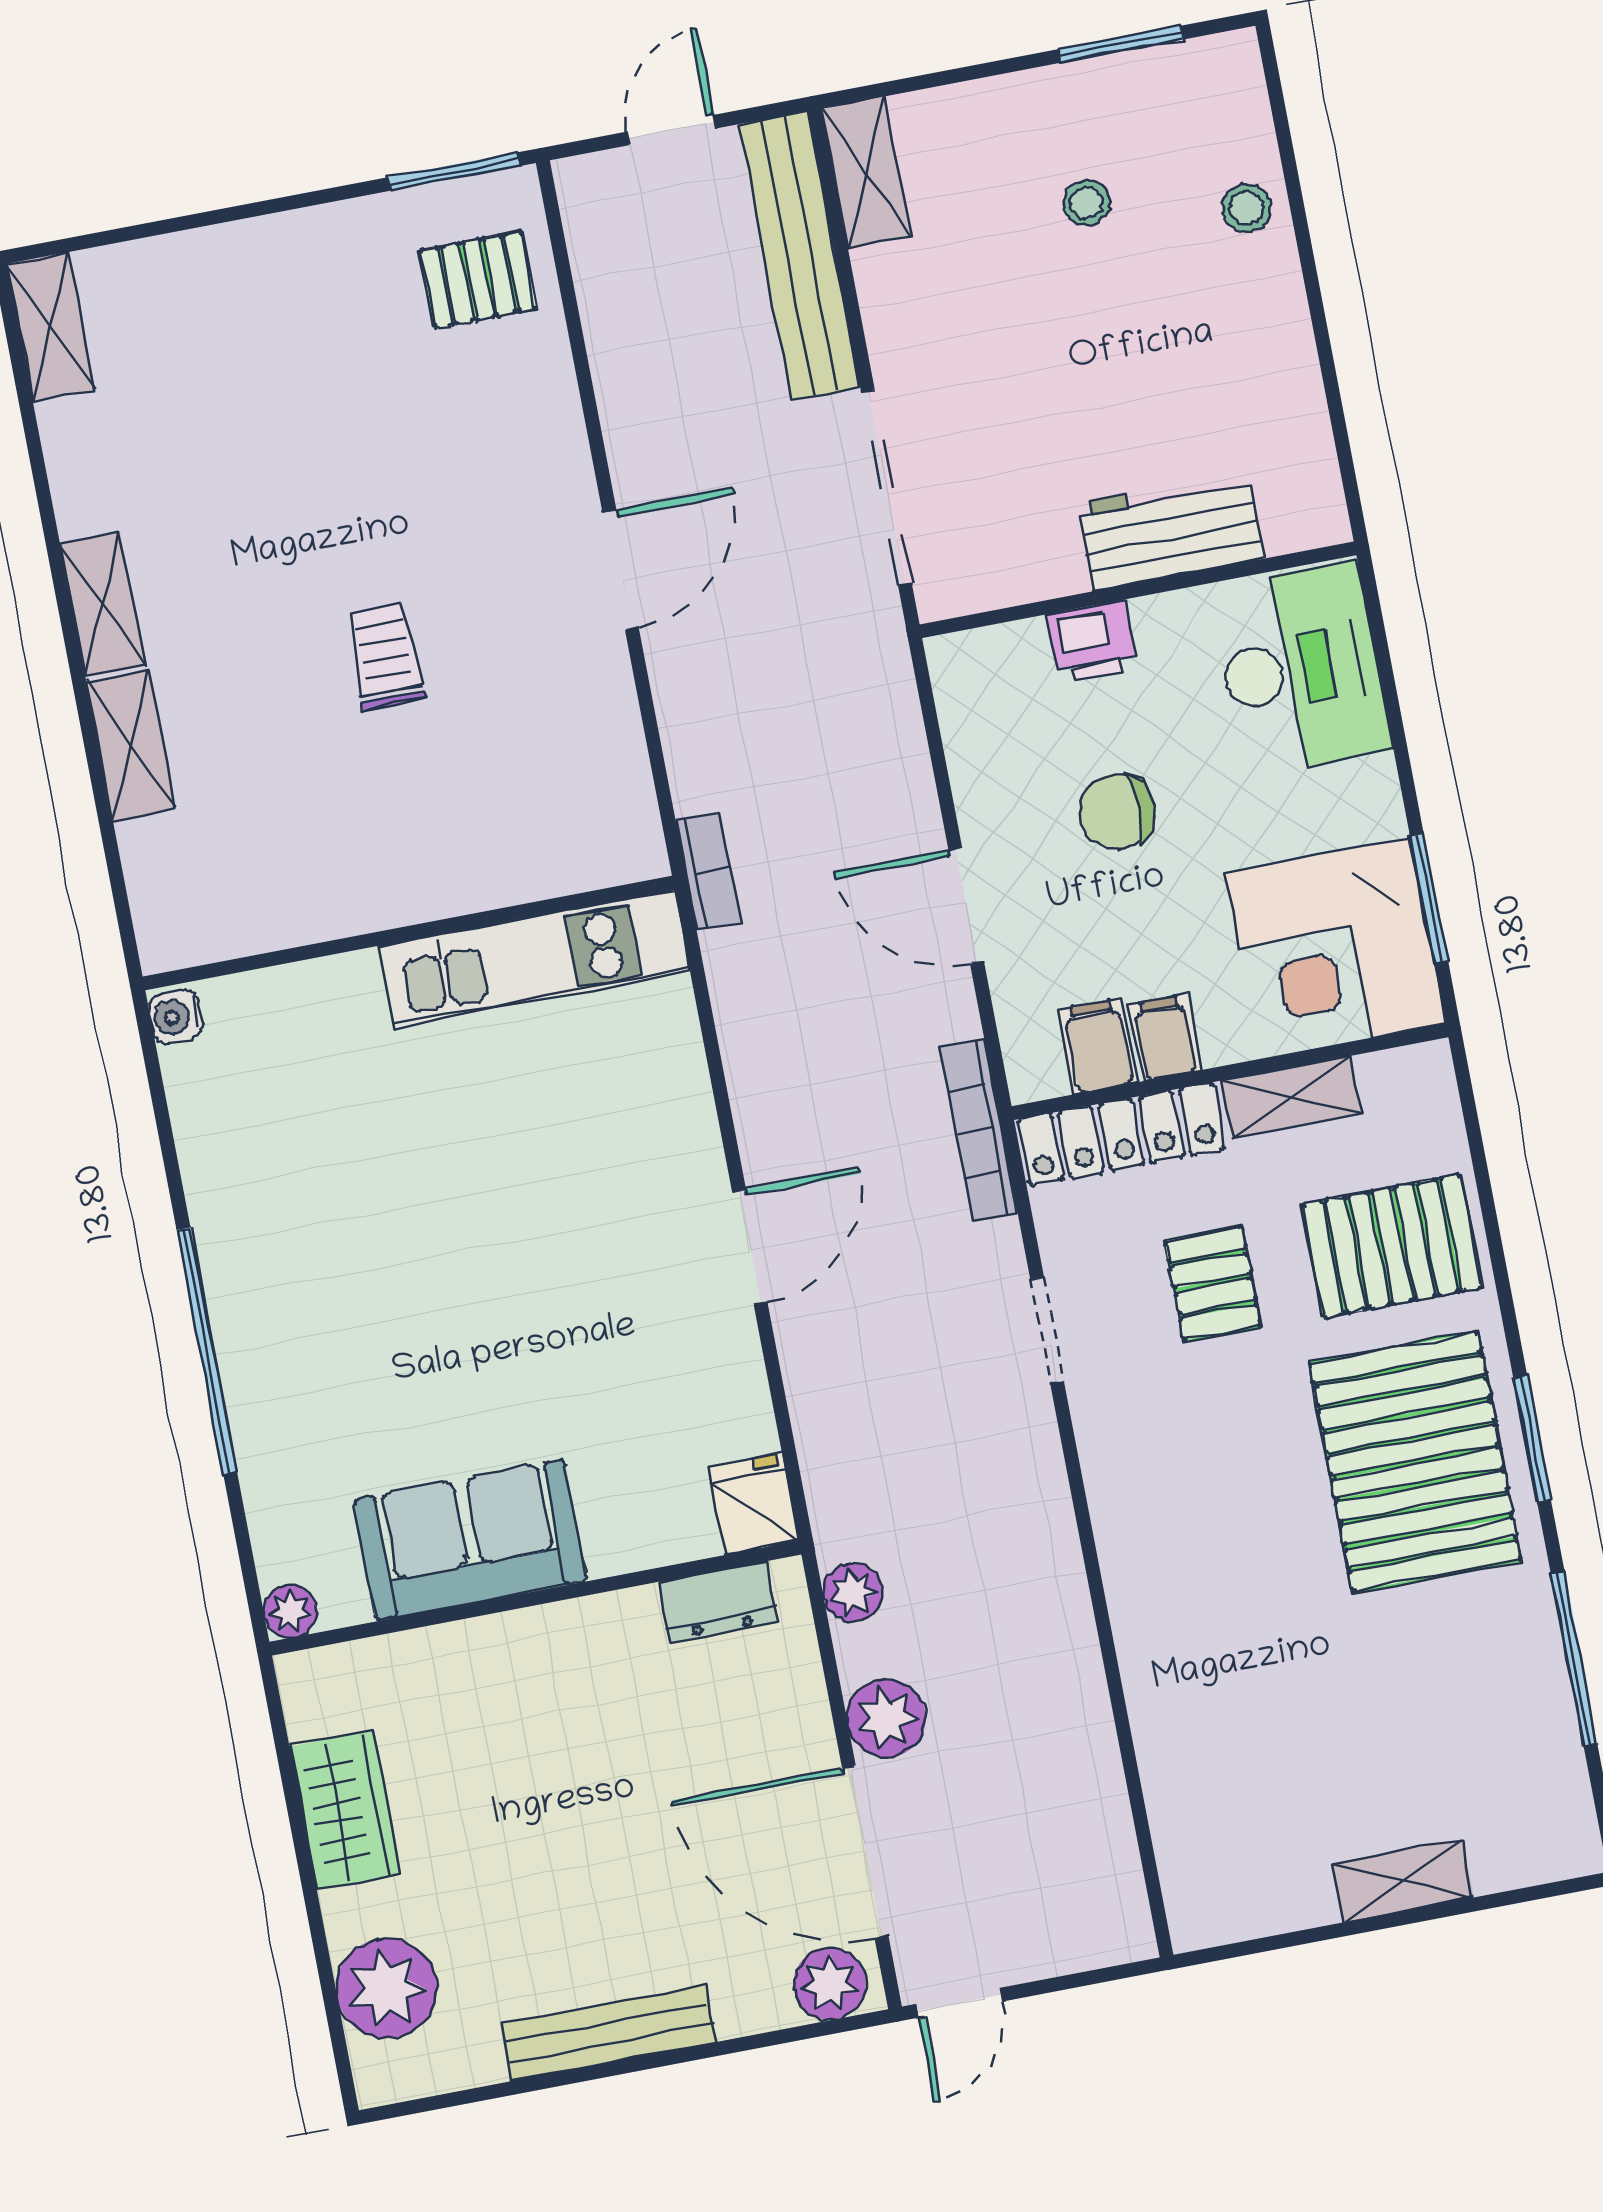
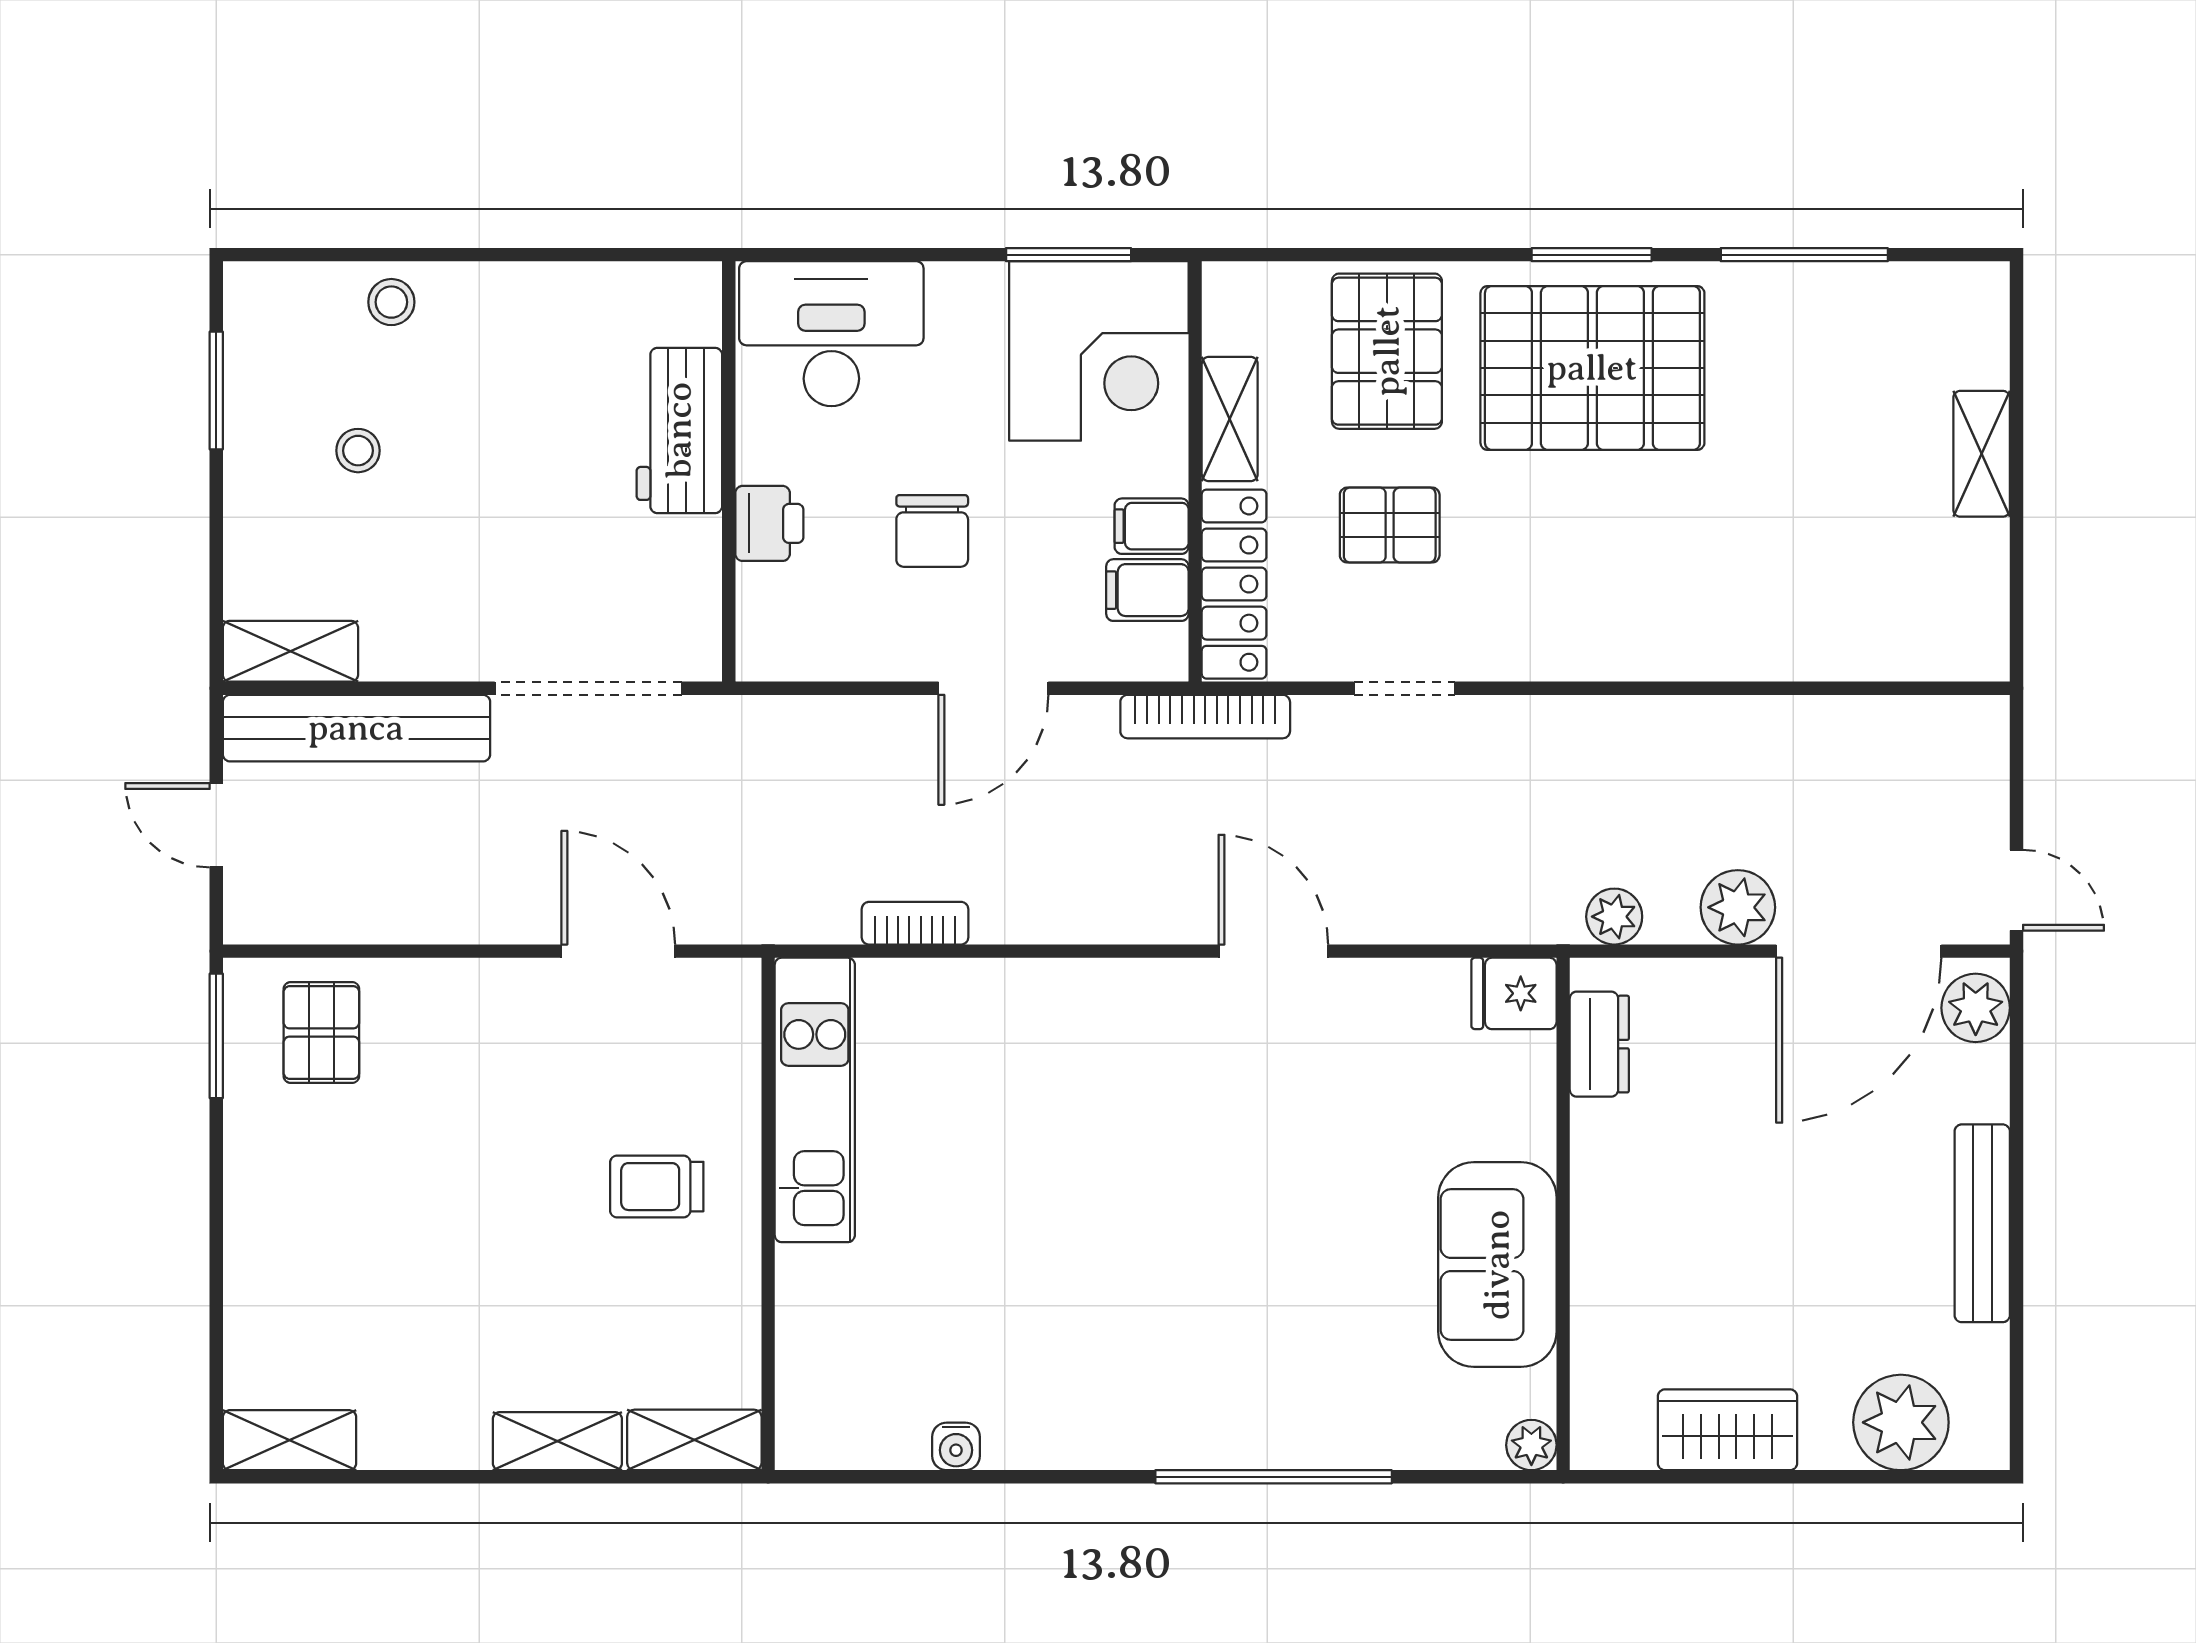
wall: (409, 933) -> (768, 1214), moved
kitchen unit: (535, 959) -> (815, 1100), moved

